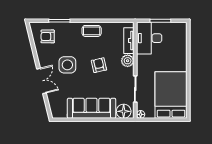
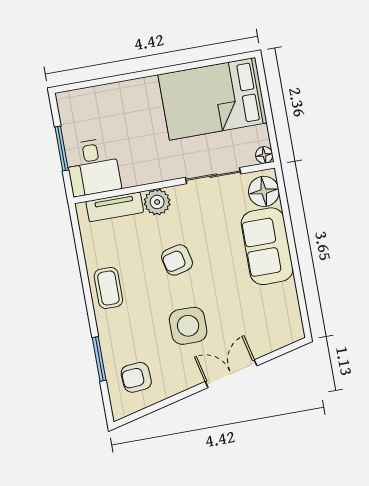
armchair: (48, 36) -> (136, 377), turned 86
desk: (149, 38) -> (93, 167), width x0.73
sofa: (92, 108) -> (267, 246), width x0.73

